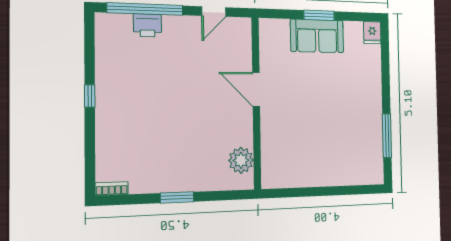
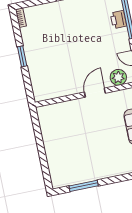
plant: (241, 160) -> (118, 77), moved

